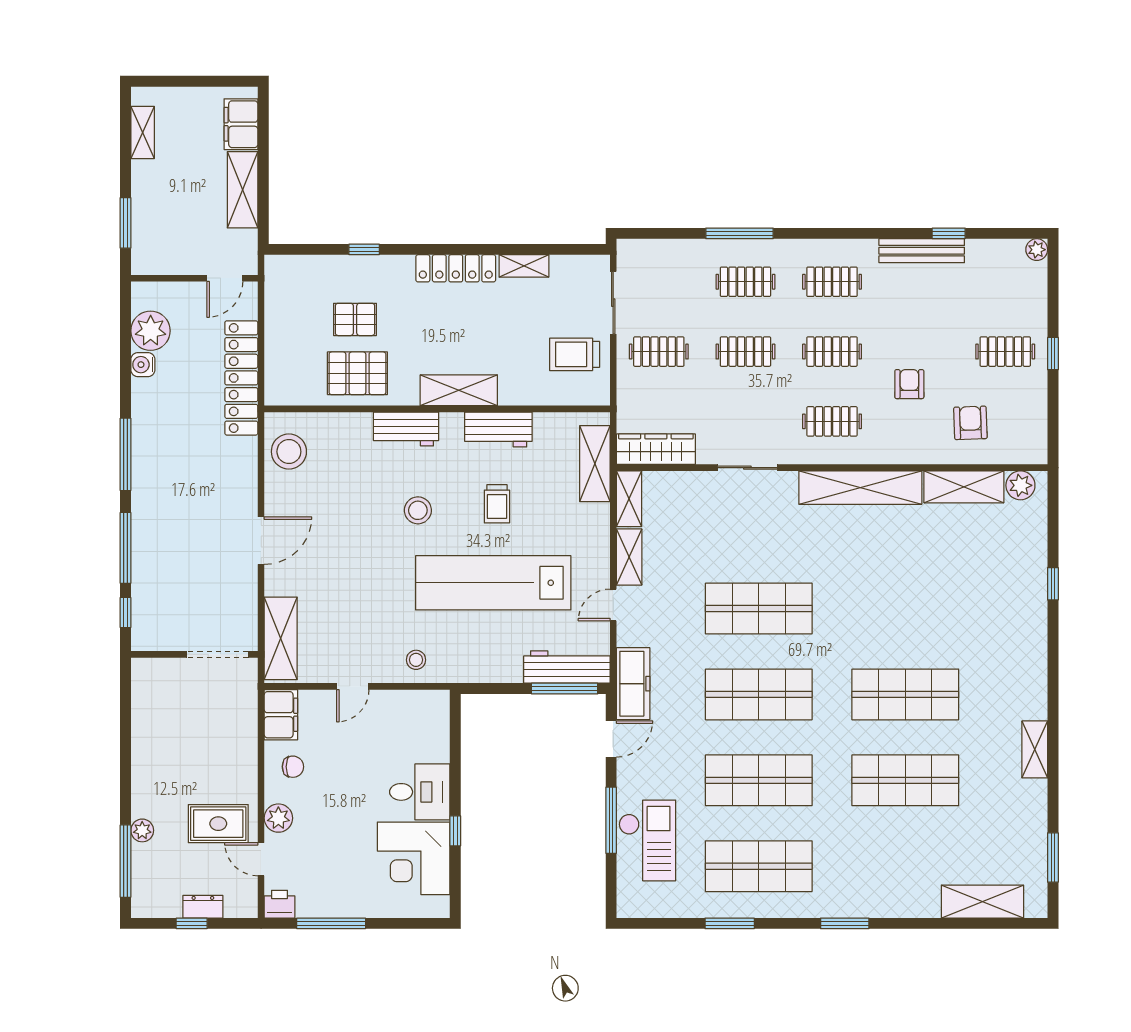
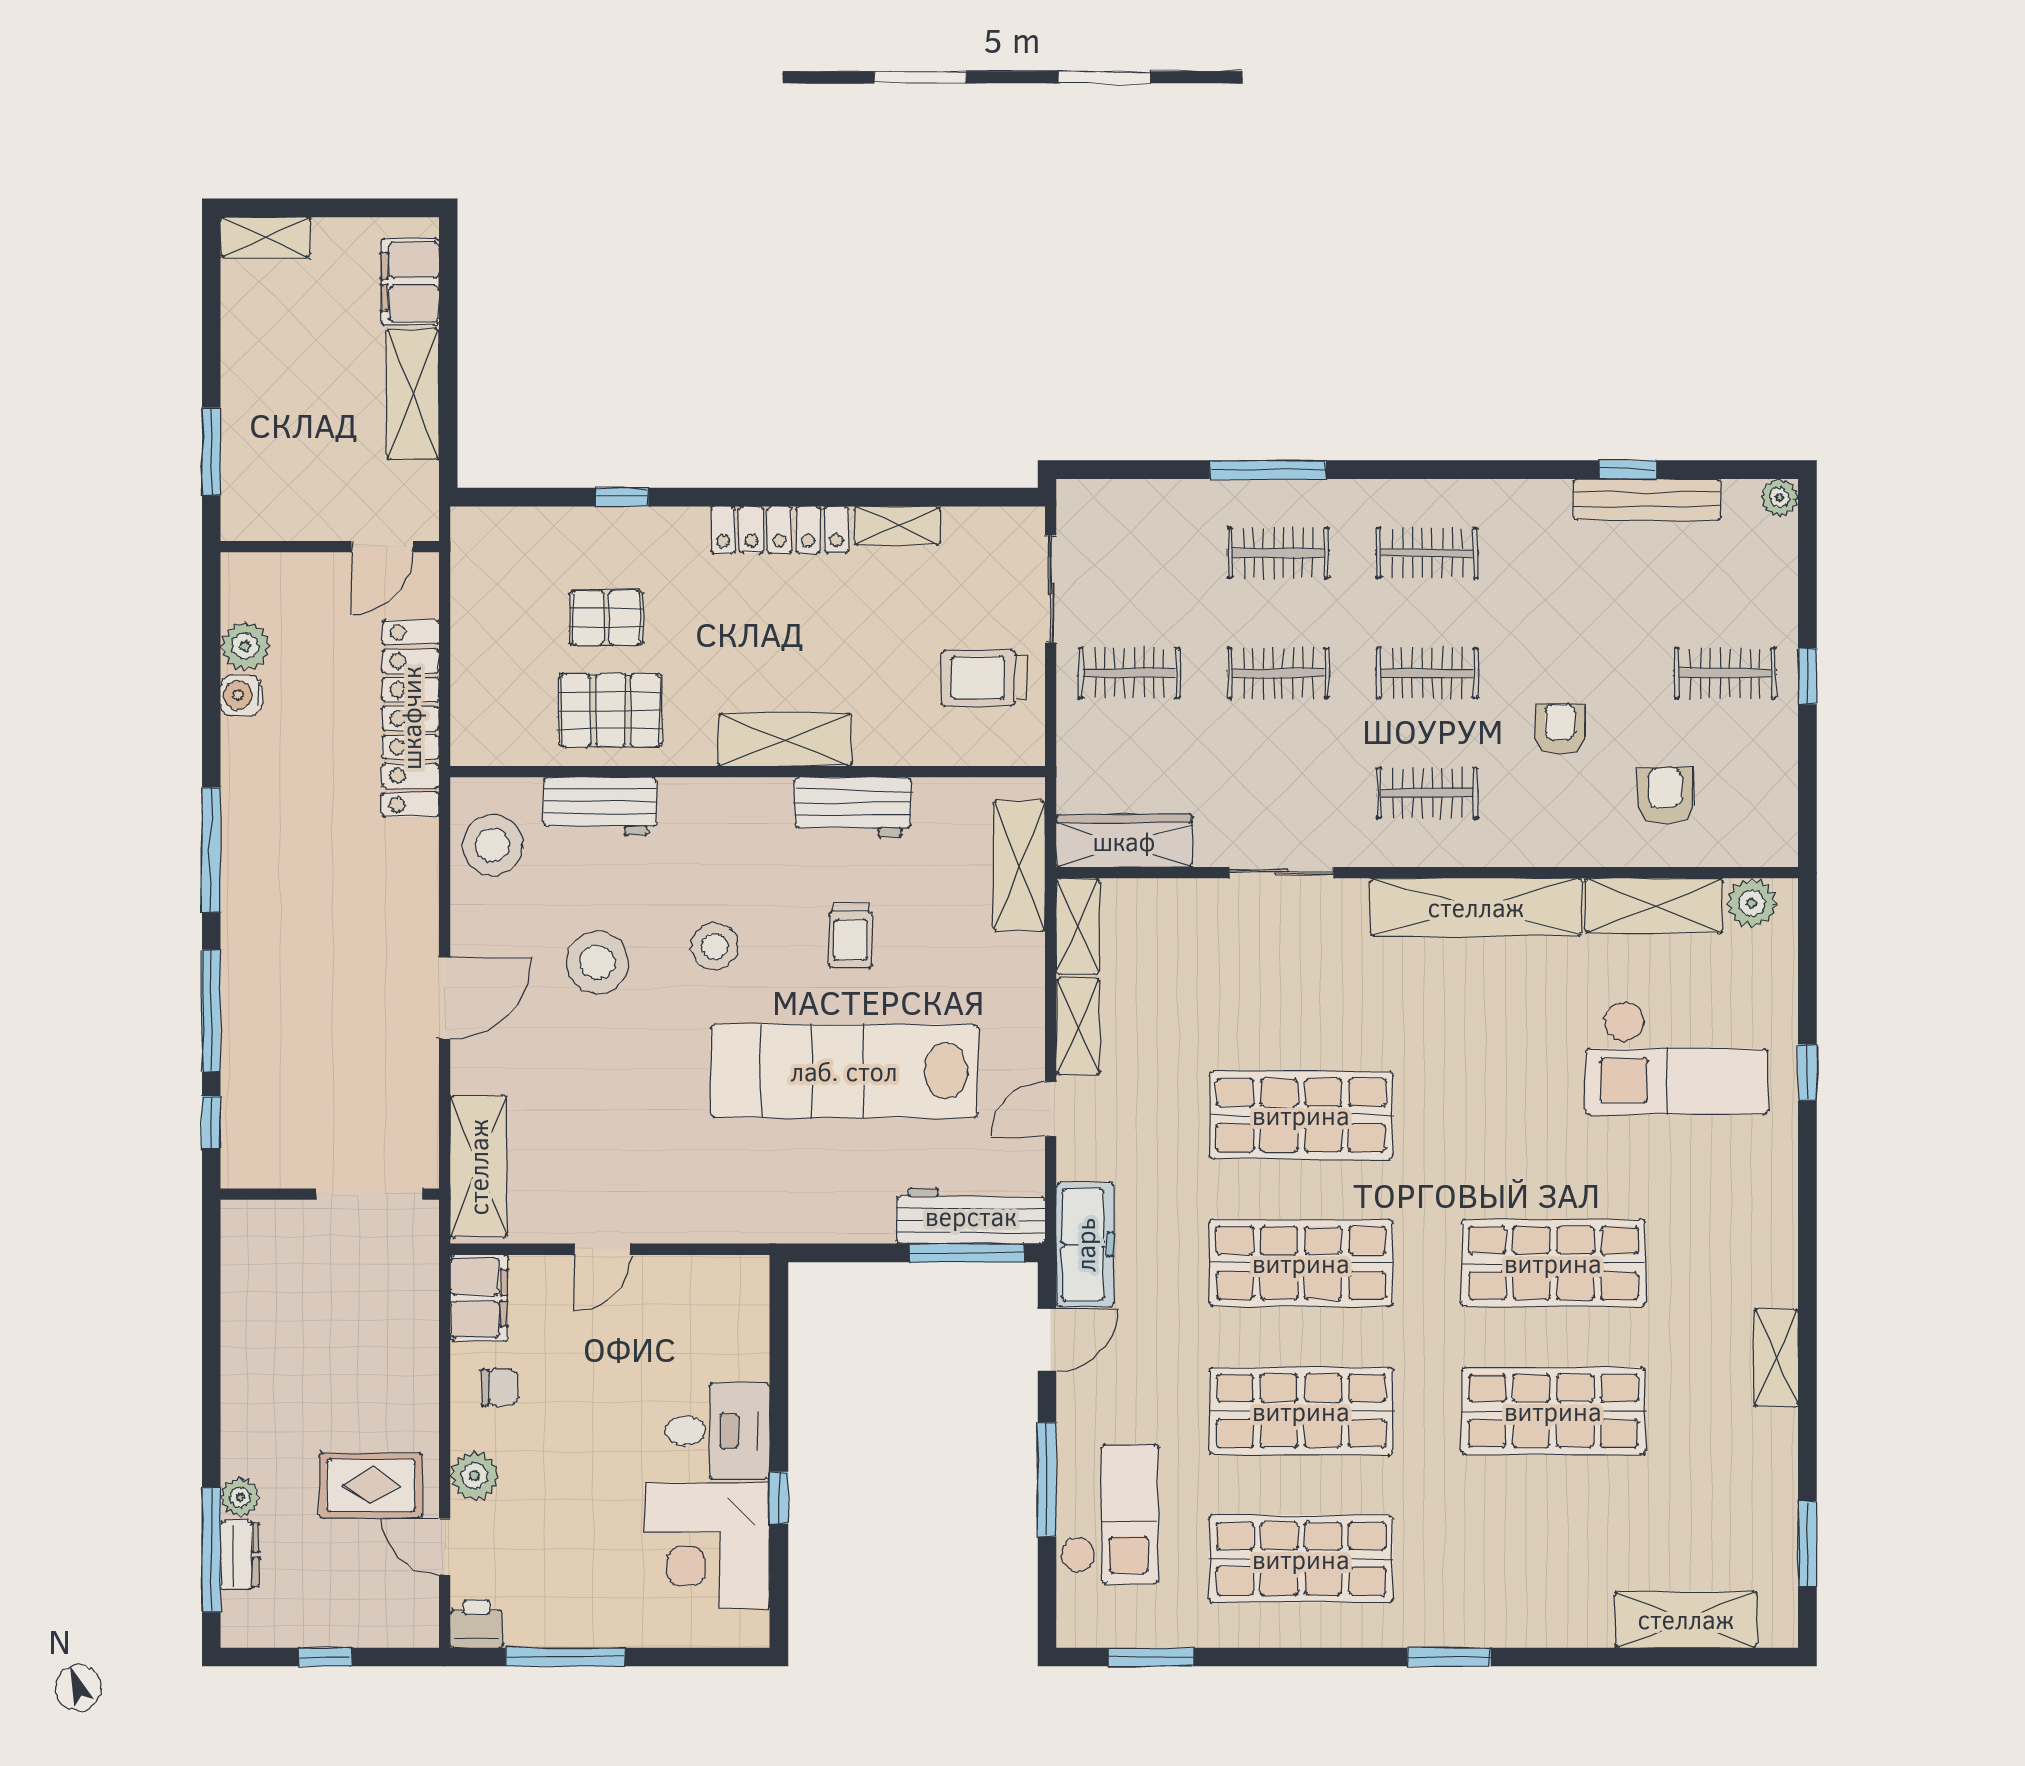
shelving: (143, 132) -> (265, 237), moved, turned 90
bench: (922, 251) -> (1647, 499), moved
plant: (151, 331) -> (245, 646), width x0.73, depth x0.73
workbench: (406, 429) -> (600, 806), moved
checkout: (977, 575) -> (1677, 1058), added
stool: (416, 660) -> (597, 962), moved, width x1.89, depth x1.89
dresser: (203, 907) -> (240, 1555), moved, turned 90
window: (730, 923) -> (1151, 1657), moved

